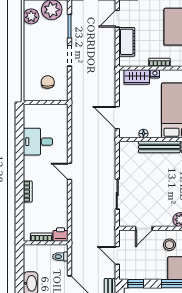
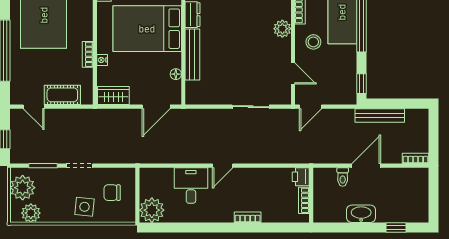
side table: (36, 60) -> (84, 207), added
wardrobe: (137, 77) -> (113, 96), moved, turned -90
plant: (34, 114) -> (152, 210), added
desk: (38, 142) -> (191, 185), moved, turned 180
door: (117, 255) -> (311, 107), moved
toilet: (60, 257) -> (343, 177), moved

